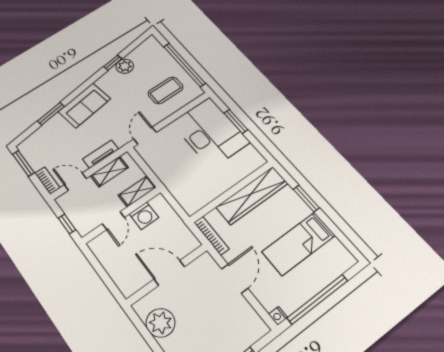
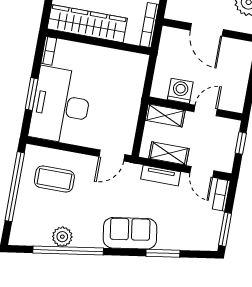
window: (113, 63) -> (68, 251), width x3.17
bookcase: (256, 155) -> (49, 51), added

